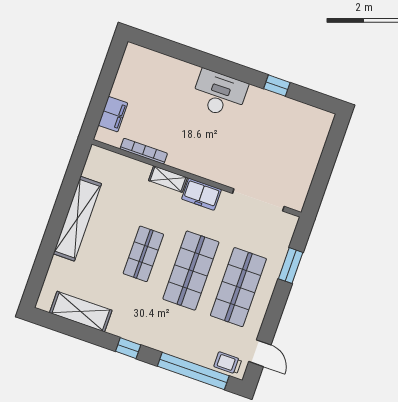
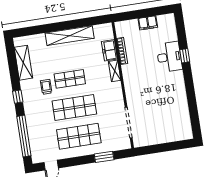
window: (277, 86) -> (185, 56), moved
desk: (219, 94) -> (169, 57), moved
filing cabinet: (113, 114) -> (148, 23), moved
freezer: (201, 194) -> (109, 50), moved
trolley: (228, 363) -> (46, 87), moved

